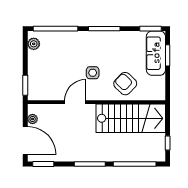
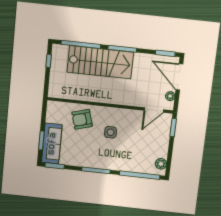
armchair: (125, 84) -> (82, 119), turned 120
door: (75, 102) -> (154, 110), moved
stairs: (131, 118) -> (100, 62), moved, turned 180

